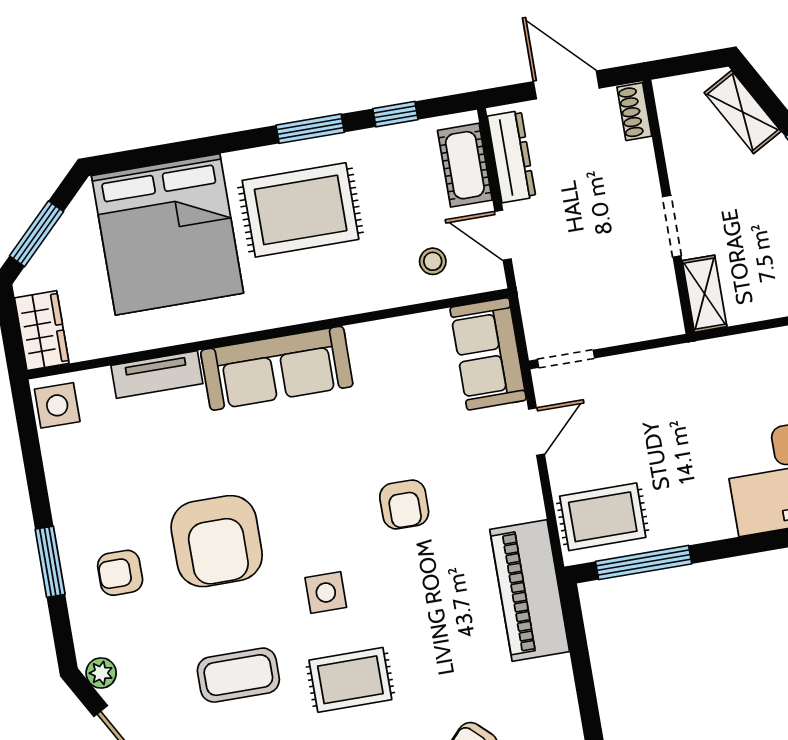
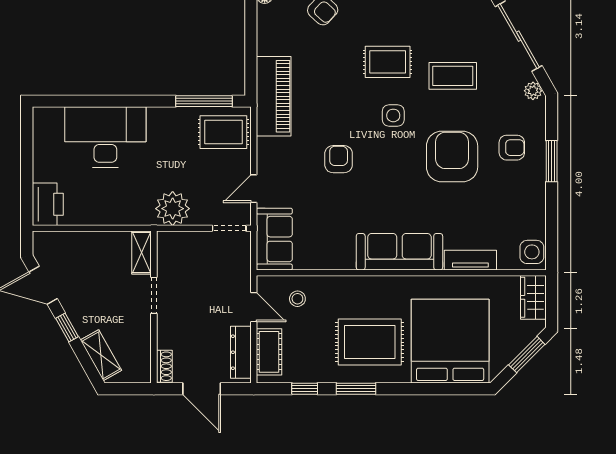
plant: (665, 376) -> (173, 209), added

